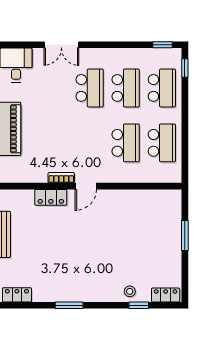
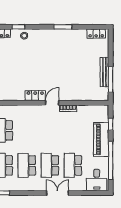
double door: (61, 45) -> (58, 193), moved
school desk: (126, 143) -> (73, 165), moved
locker: (51, 197) -> (35, 96), moved

